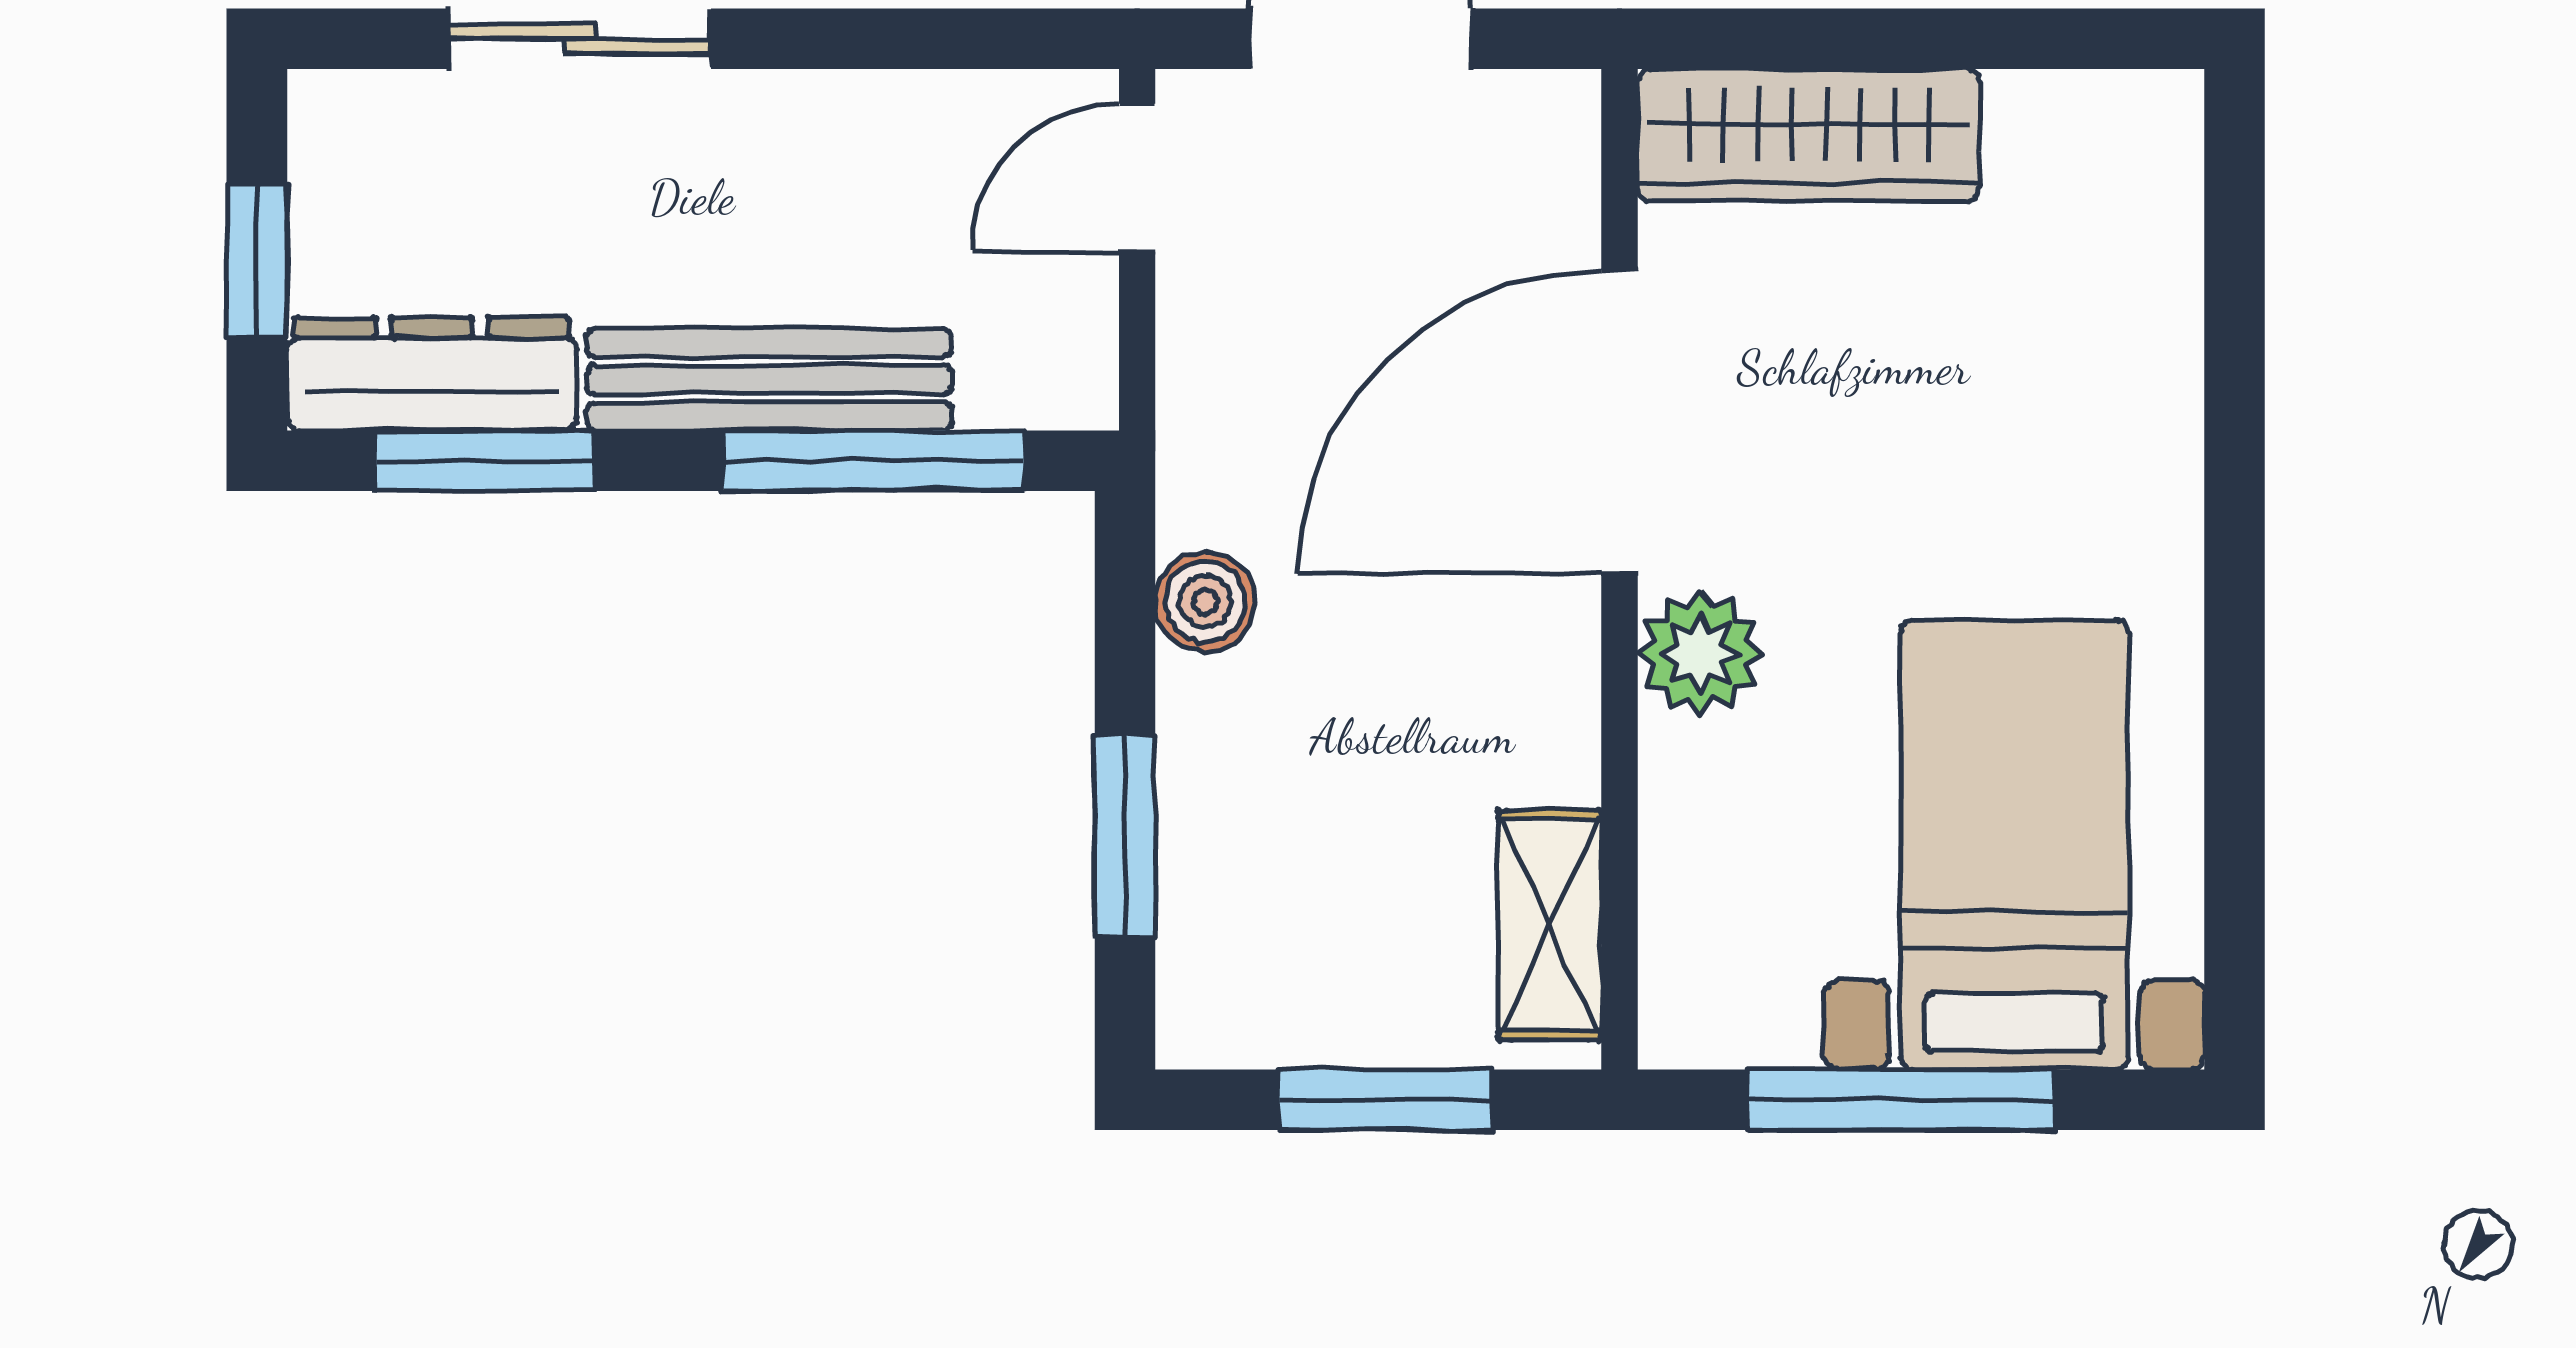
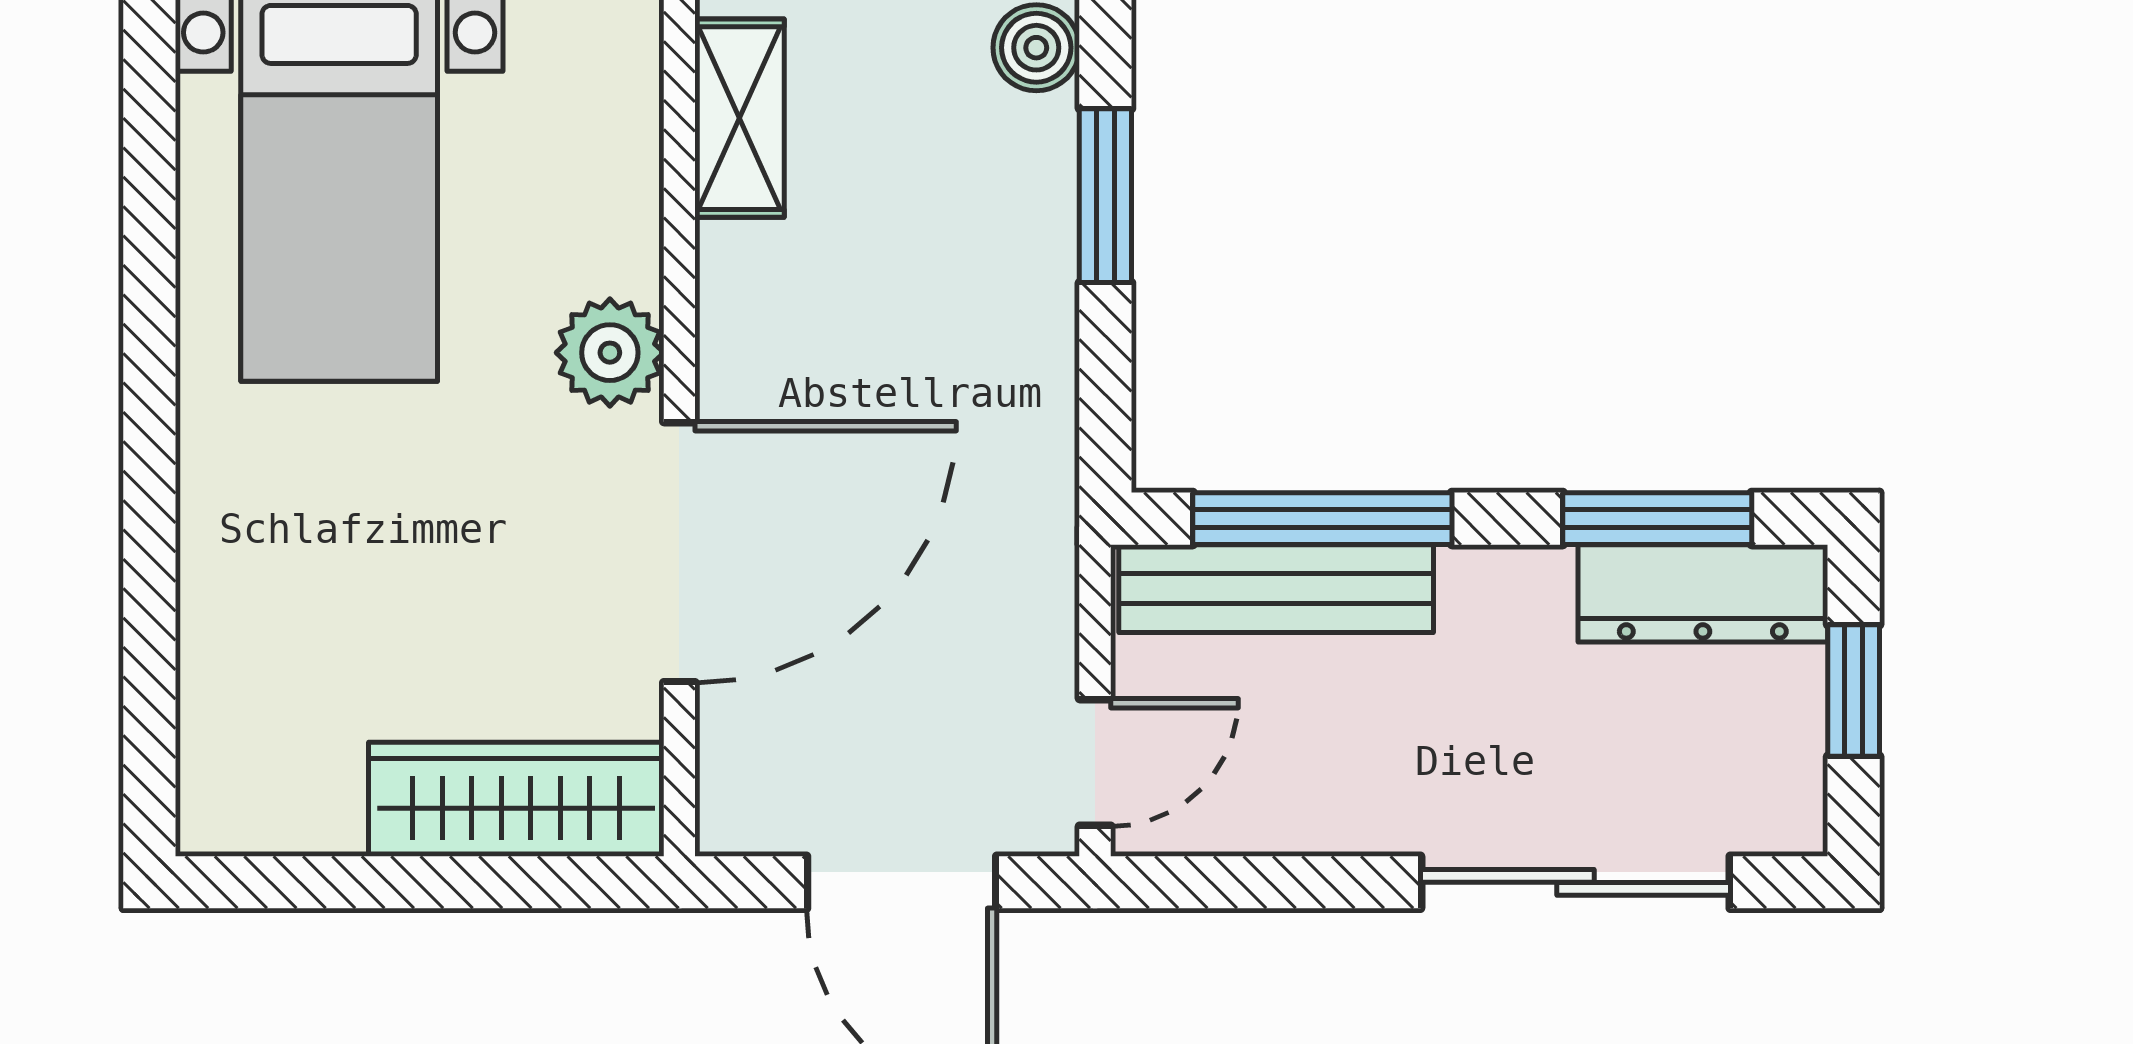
sliding door: (580, 39) -> (1575, 882), width x1.37
bench: (769, 379) -> (1276, 589), moved
boiler: (1205, 602) -> (1036, 48), moved

